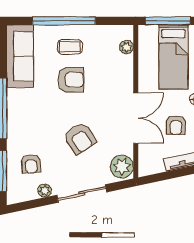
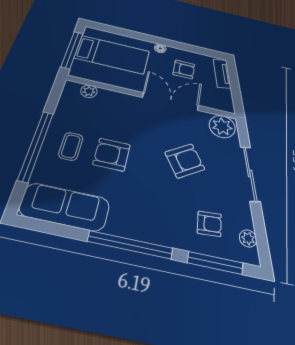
armchair: (71, 80) -> (112, 154), turned -90
plant: (45, 191) -> (248, 238), moved

